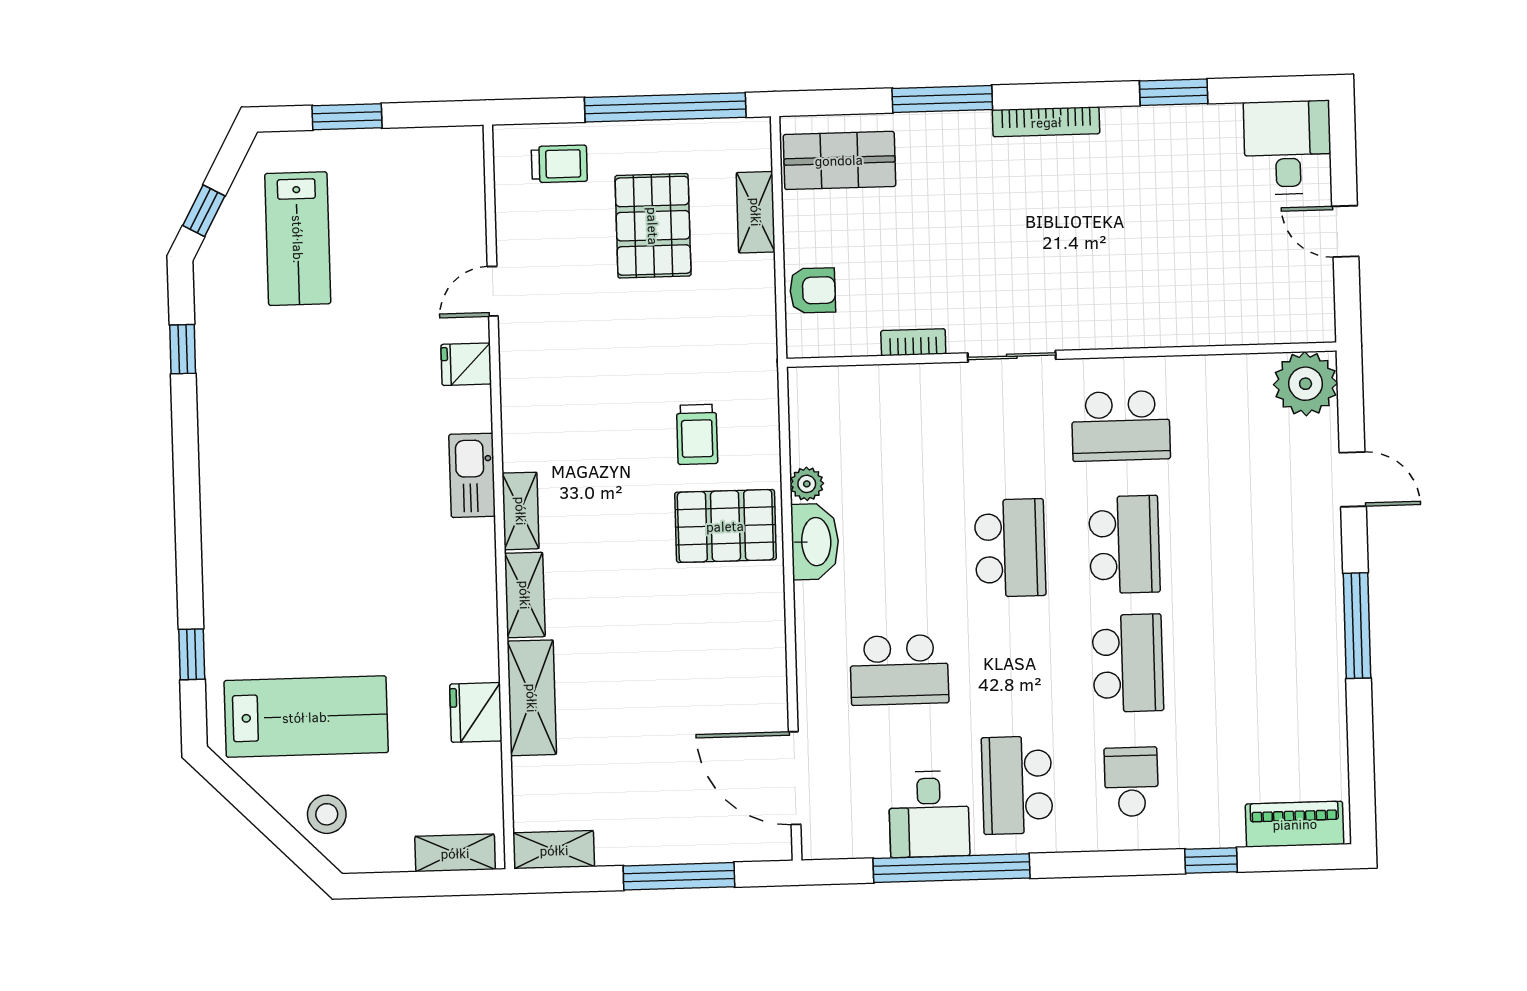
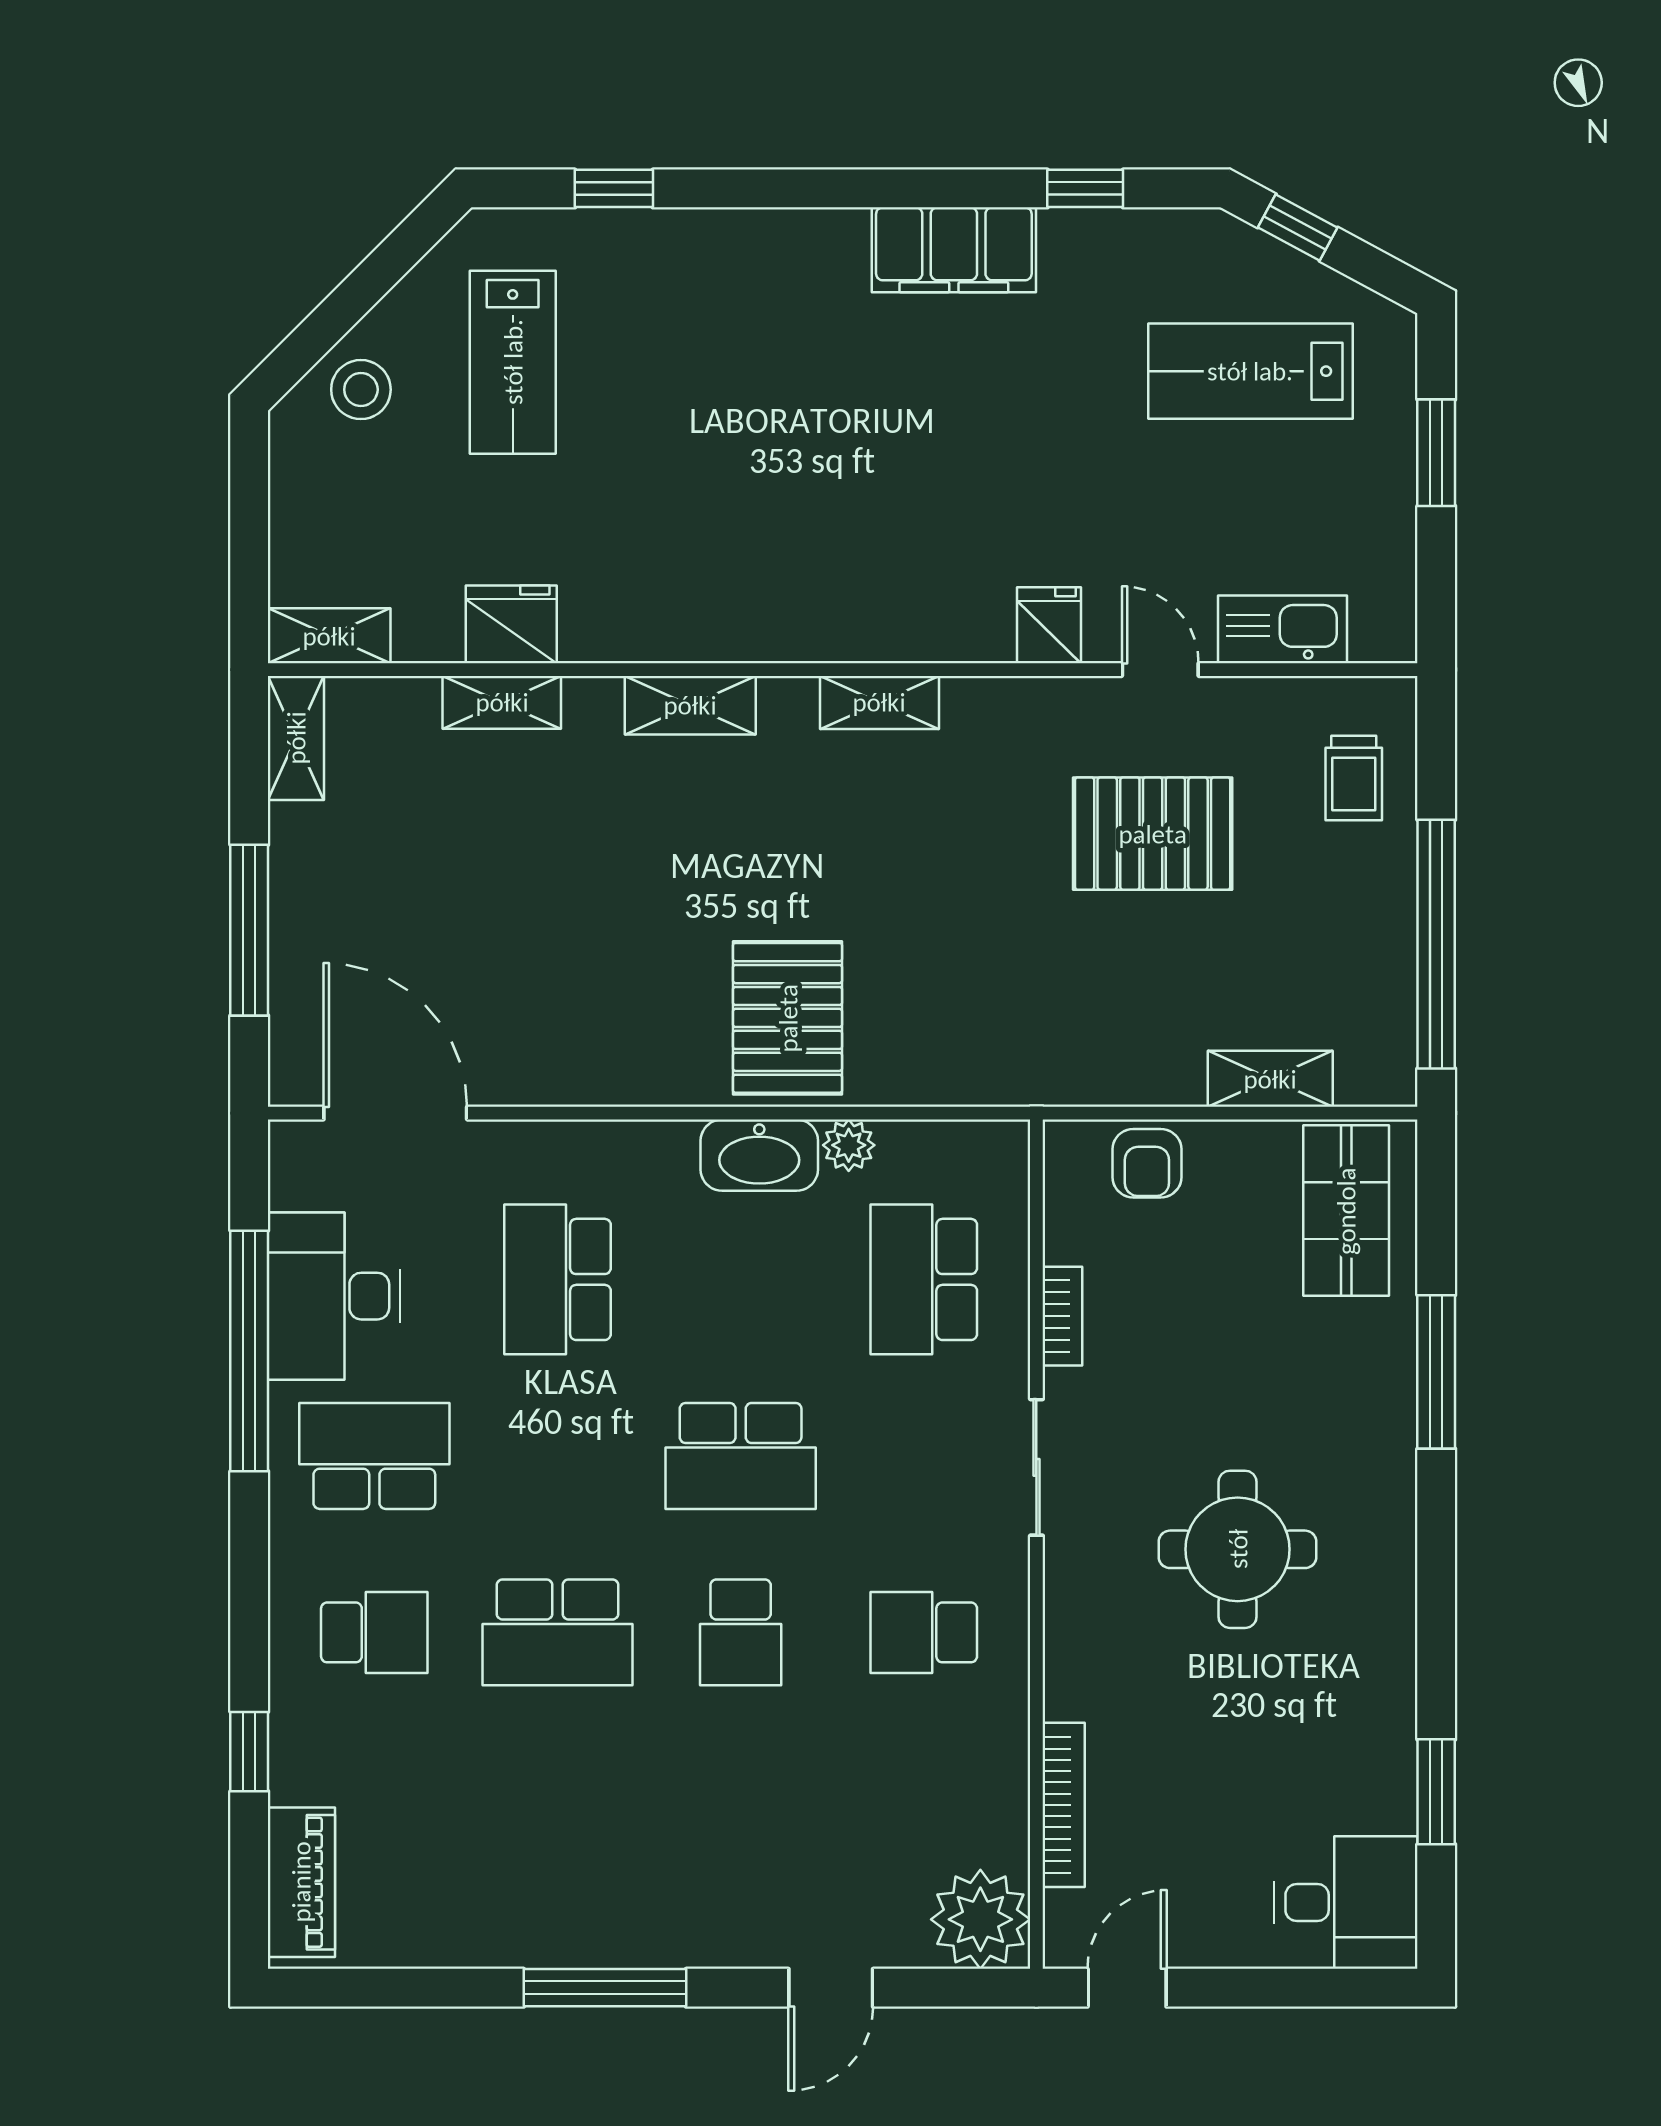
window: (1174, 92) -> (1436, 1792), moved
bookcase: (1046, 122) -> (1064, 1805), moved, turned 180
round table: (1061, 224) -> (1238, 1549), added
pallet: (653, 226) -> (1153, 834), moved
door: (1345, 231) -> (1127, 1988), moved
school desk: (1121, 426) -> (924, 1632), width x0.54
filing cabinet: (225, 433) -> (954, 250), added
school desk: (892, 433) -> (924, 1279), added
trolley: (697, 434) -> (930, 978), removed
kitchen sink: (472, 475) -> (1282, 629), moved
shelving: (521, 511) -> (879, 702), moved
school desk: (1124, 545) -> (741, 1632), width x0.54
shelving: (532, 698) -> (502, 702), width x0.67, depth x0.75
lab bench: (306, 717) -> (513, 362), width x0.73, depth x0.72
door: (795, 778) -> (395, 1113), hinge flipped
desk: (929, 814) -> (334, 1296), width x1.37
shelving: (455, 853) -> (329, 636), moved, turned 90

